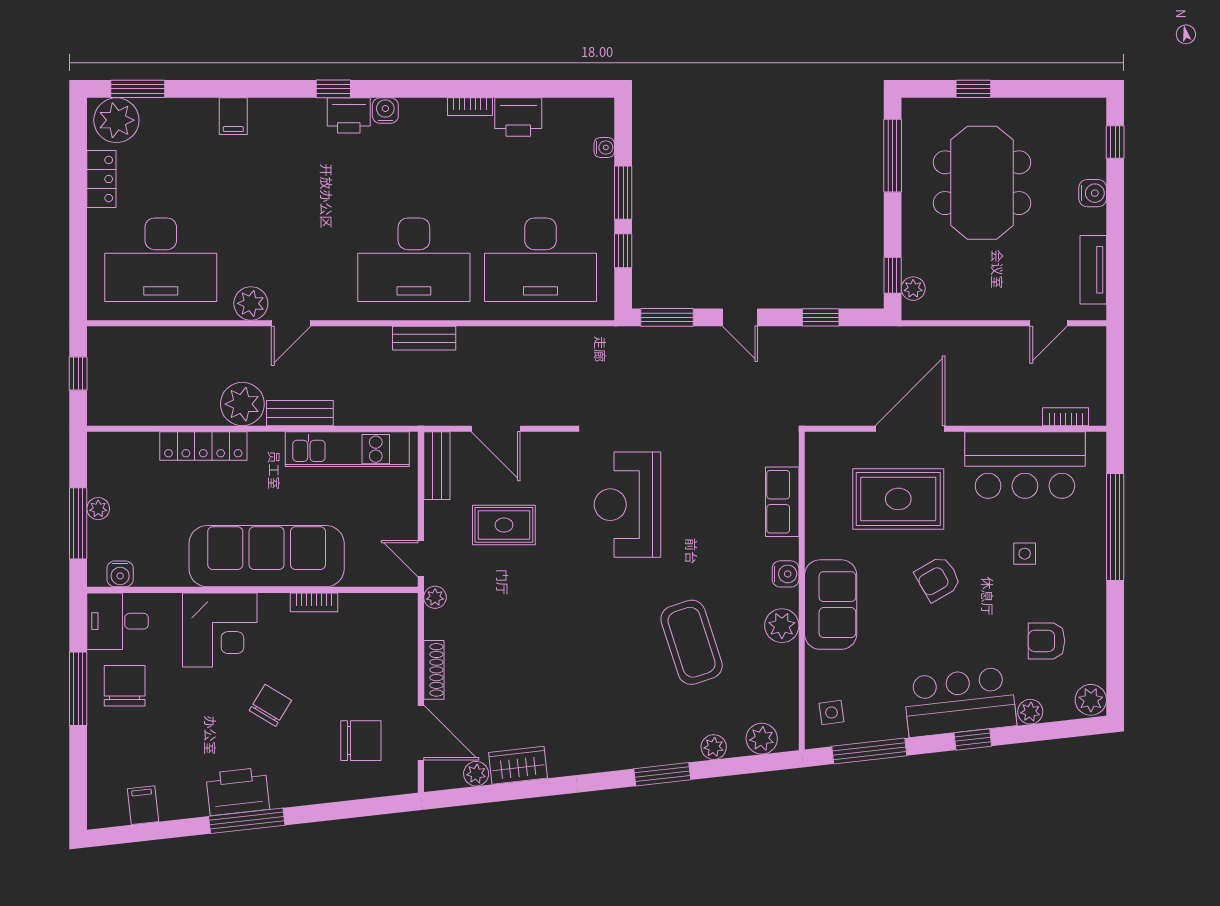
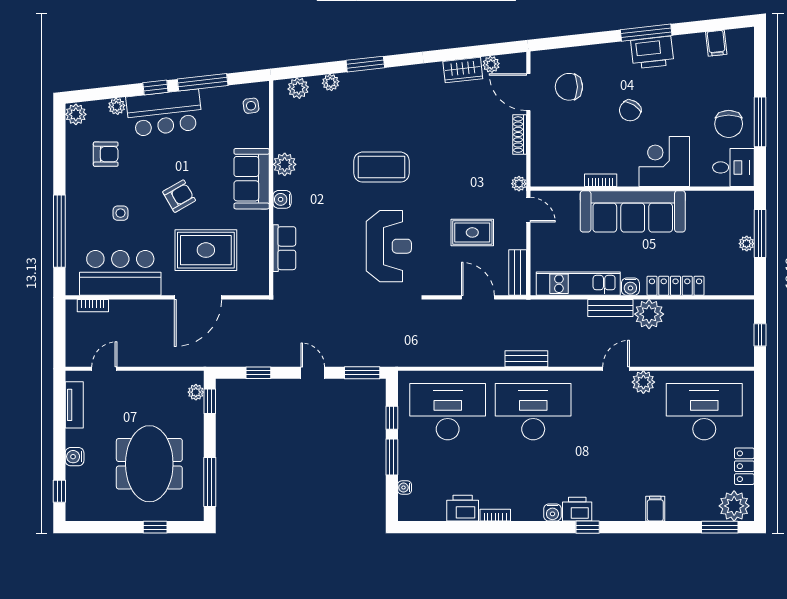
water cooler: (120, 574) -> (630, 287), moved, turned 180
coffee table: (692, 642) -> (382, 167), moved, turned -72
window: (869, 751) -> (203, 82), moved

